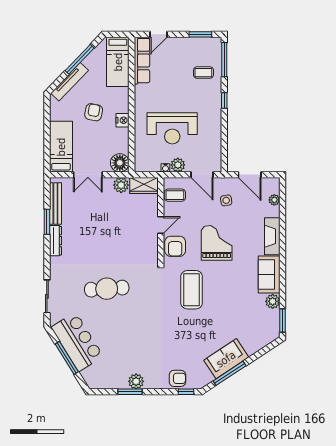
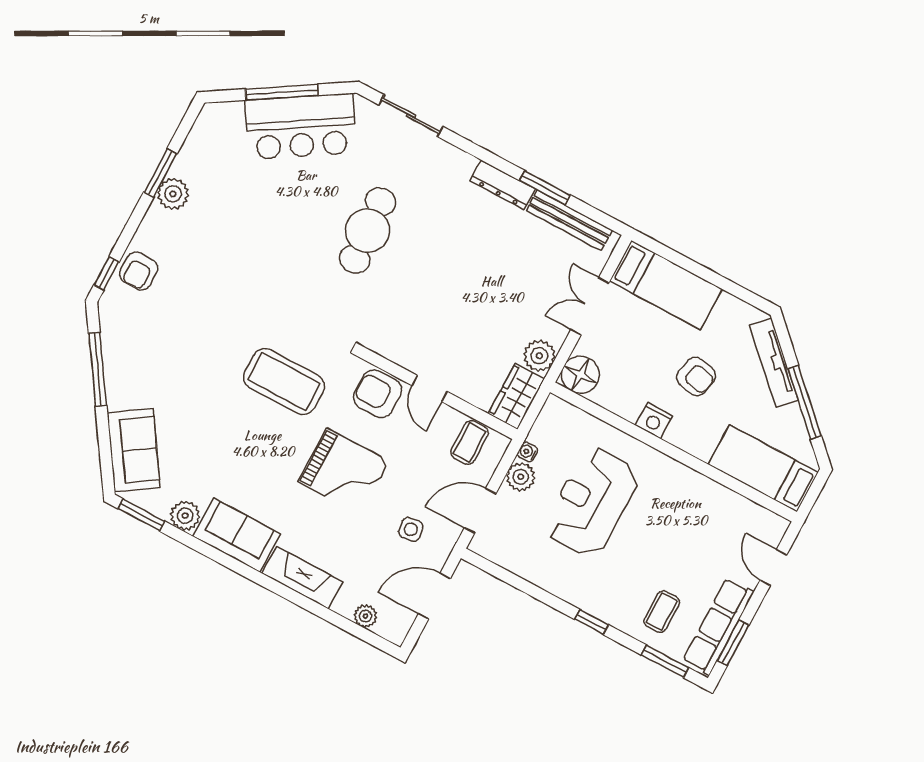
window: (224, 60) -> (665, 661), width x0.69
row of seats: (142, 61) -> (718, 626), moved, turned 90
sofa: (226, 359) -> (134, 450), moved

